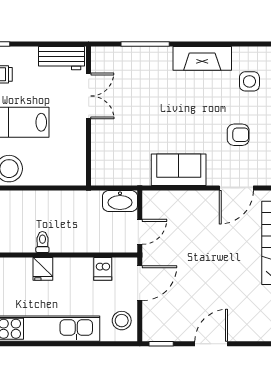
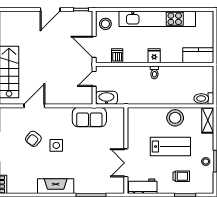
side table: (249, 81) -> (56, 145), moved
armchair: (238, 135) -> (33, 139), turned -52
sofa: (179, 170) -> (89, 117), moved
door: (140, 283) -> (94, 47), hinge flipped

